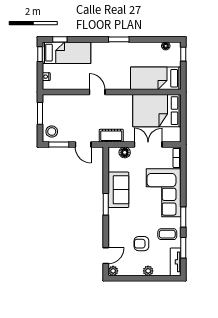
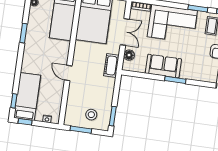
window: (119, 39) -> (23, 33), moved
door: (97, 92) -> (68, 73), hinge flipped
stool: (52, 132) -> (91, 115), moved
door: (83, 145) -> (116, 93), removed
double door: (148, 145) -> (125, 32), swing flipped

